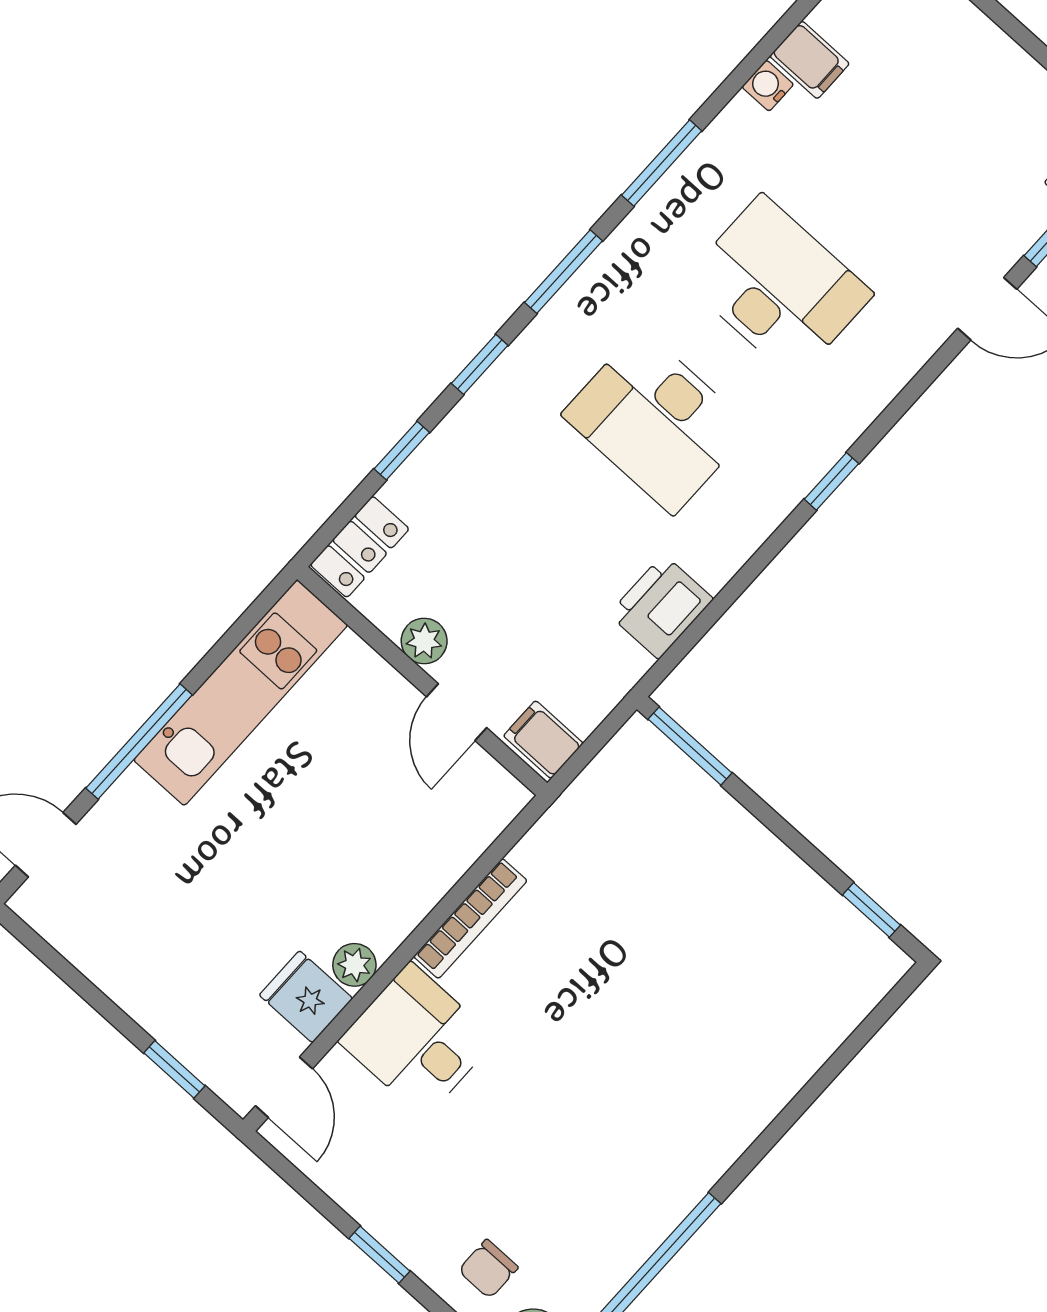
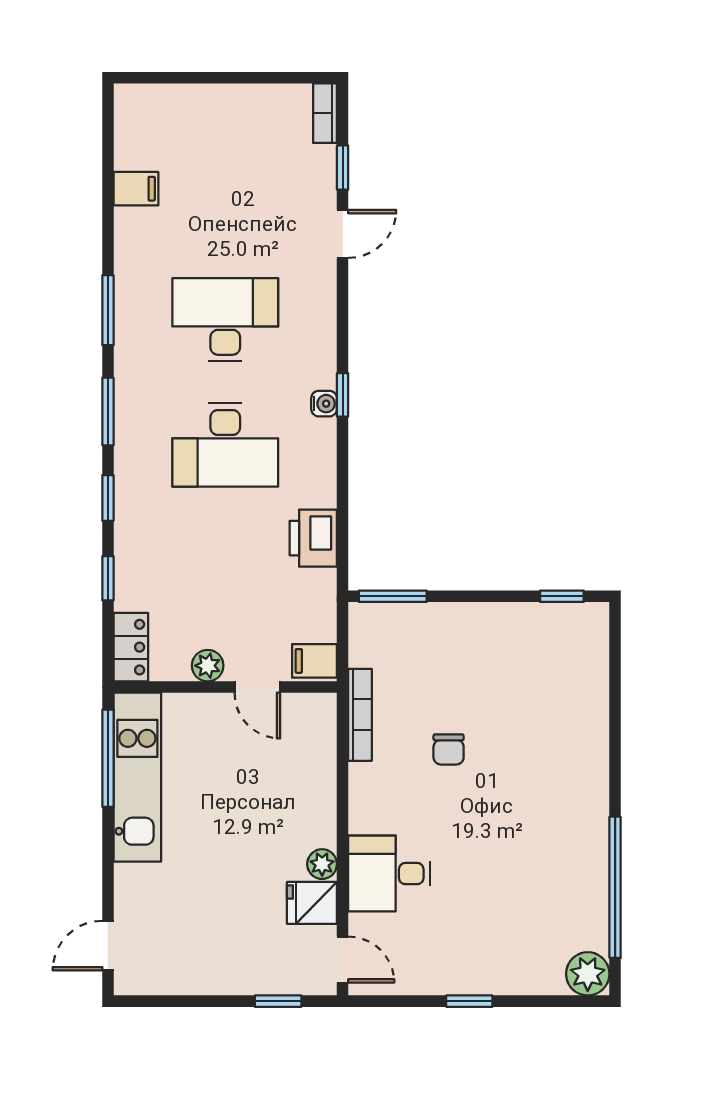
water cooler: (768, 86) -> (324, 404), moved, turned 180
window: (139, 741) -> (108, 758), moved
bookcase: (470, 919) -> (360, 715), moved
chair: (488, 1269) -> (449, 749), moved

